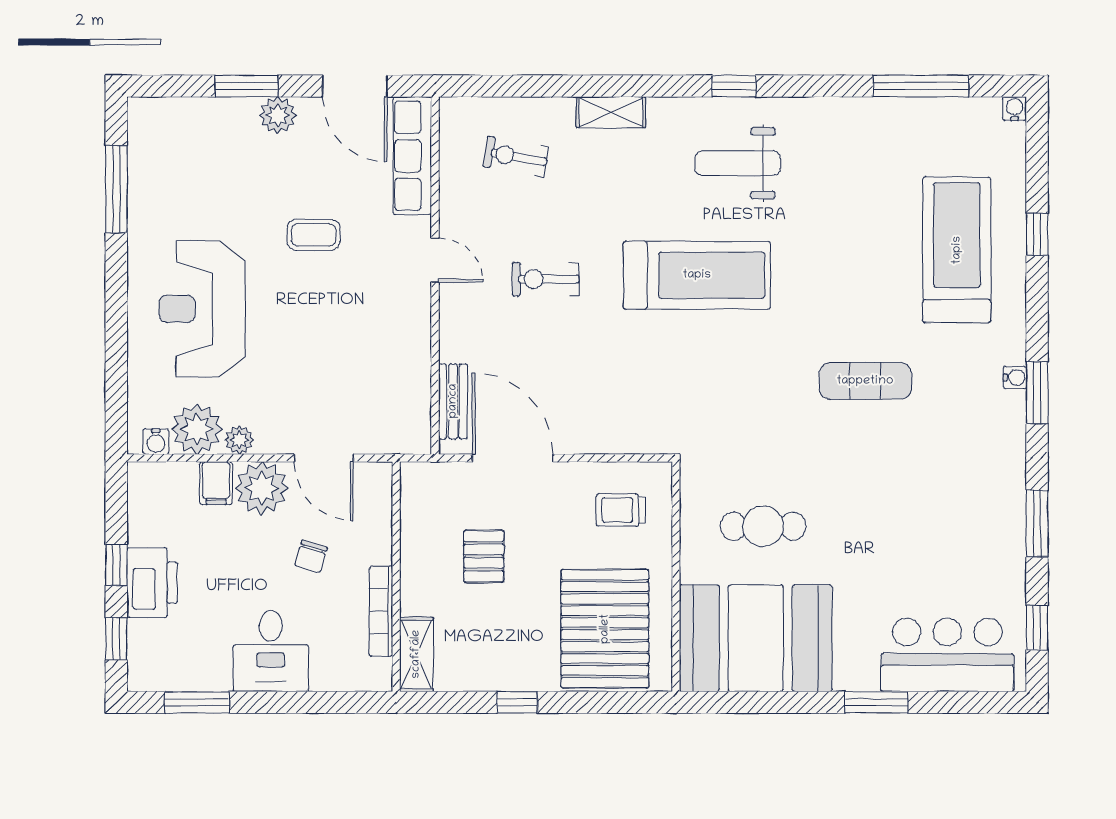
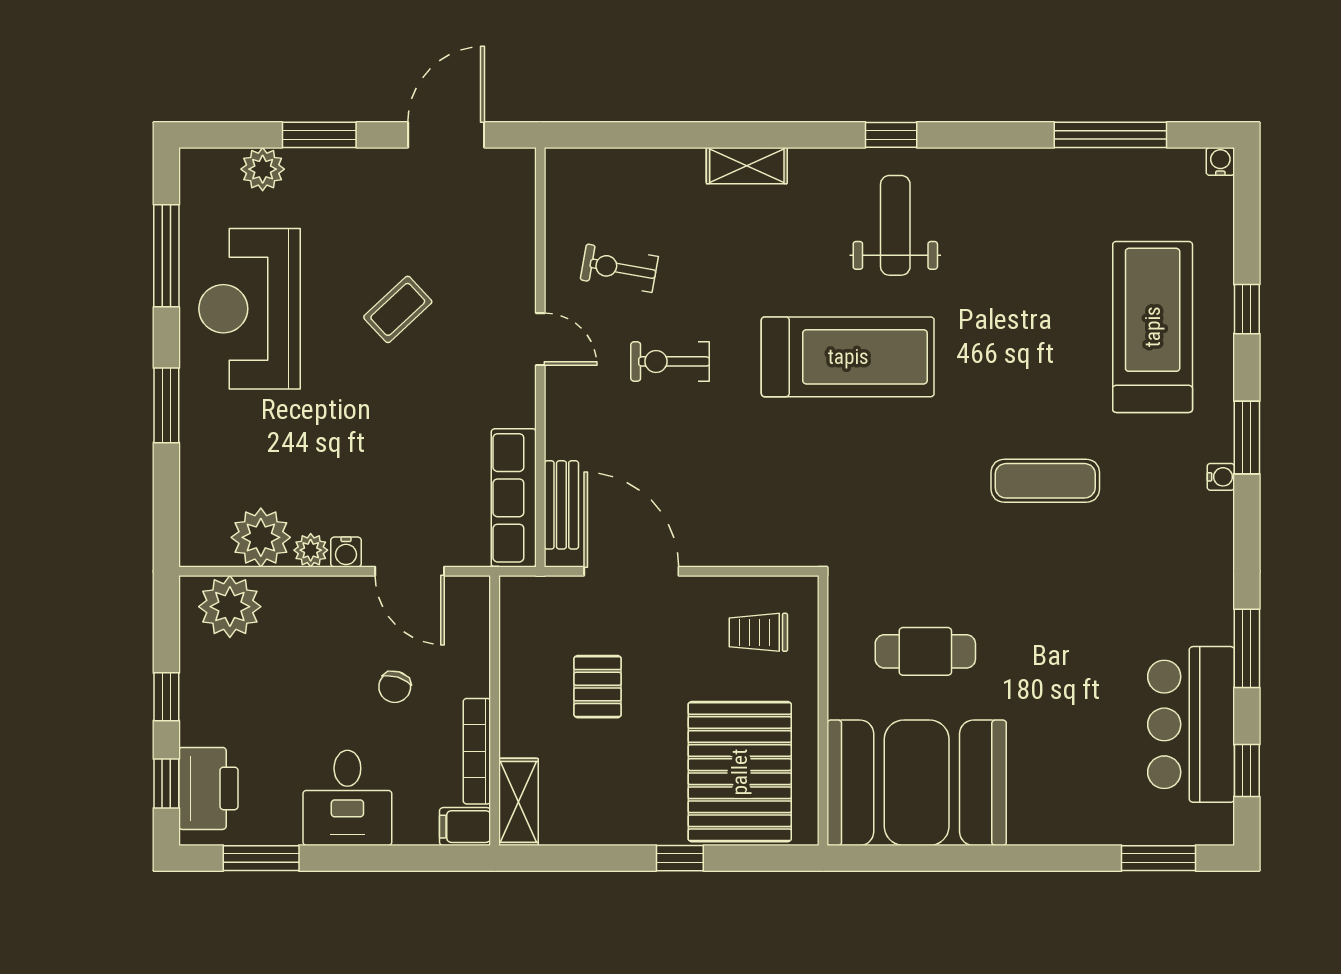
door: (355, 86) -> (446, 135), swing flipped
plant: (278, 115) -> (263, 169), moved
row of seats: (412, 156) -> (514, 498), moved
exercise bike: (516, 157) -> (619, 268), moved
weight bench: (737, 163) -> (895, 225), turned 90
coffee table: (314, 235) -> (398, 309), turned -43
reception desk: (202, 309) -> (250, 309), moved
window: (116, 317) -> (166, 405), added
window: (1037, 393) -> (1247, 437), moved
water cooler: (156, 442) -> (346, 552), moved
filing cabinet: (216, 483) -> (465, 827), moved, turned 90
plant: (262, 488) -> (230, 607), moved
printer: (152, 583) -> (208, 788), moved
bar counter: (947, 655) -> (1191, 724), moved, turned -90
window: (517, 702) -> (680, 858), moved
window: (876, 702) -> (1158, 858), moved

